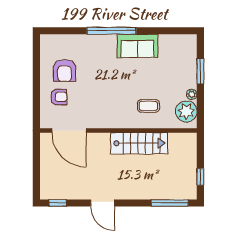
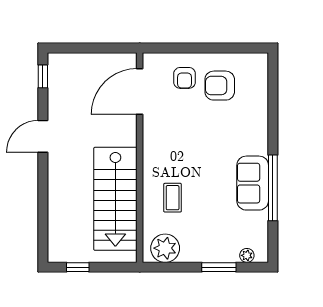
window: (111, 31) -> (273, 188), moved
plant: (192, 94) -> (247, 255), moved
stairs: (139, 143) -> (115, 199), width x1.36, depth x1.51
window: (170, 203) -> (43, 226), removed

